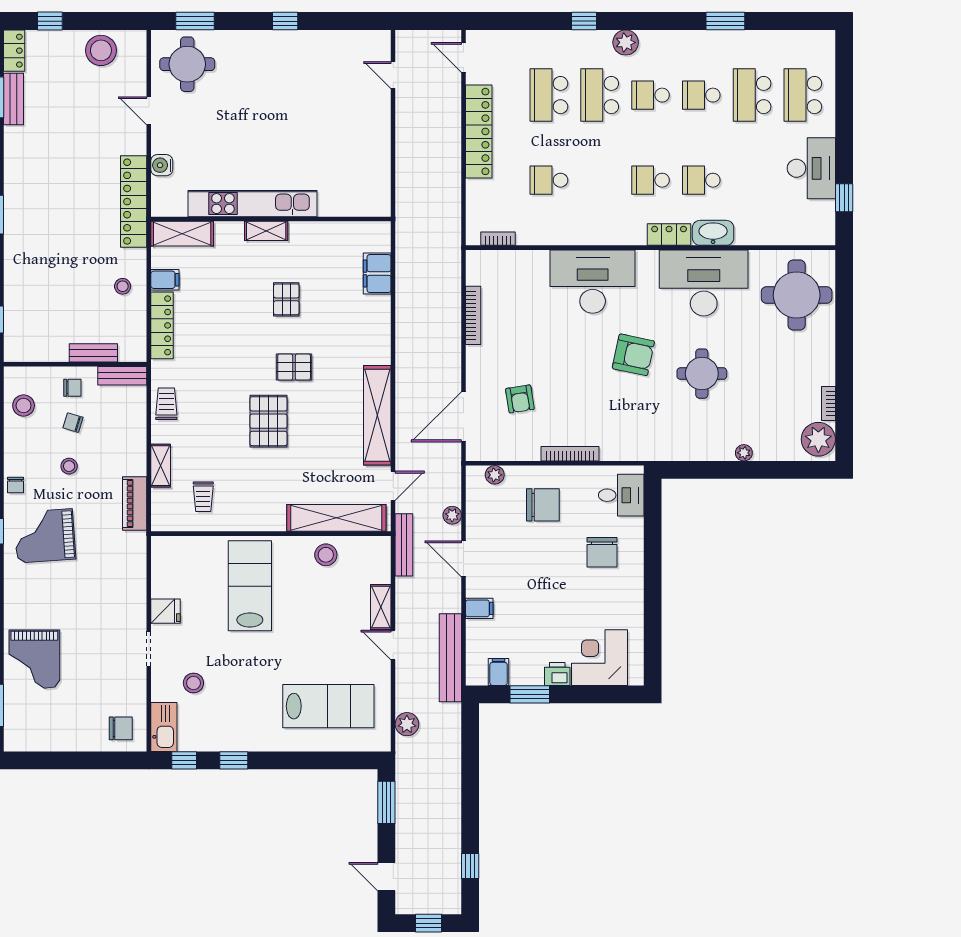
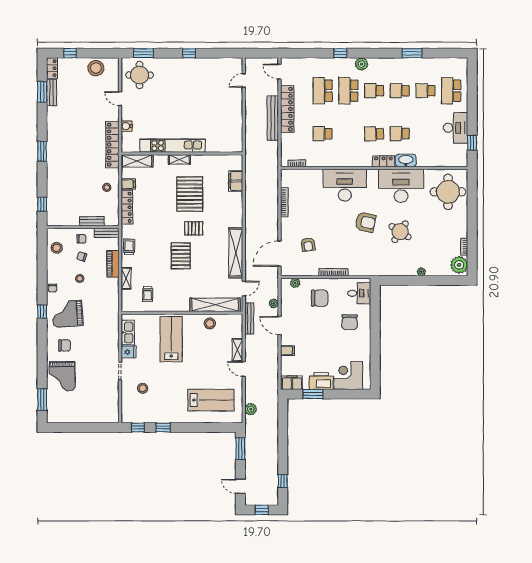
door: (393, 75) -> (244, 81), hinge flipped
school desk: (752, 95) -> (426, 91), width x0.54
pallet: (286, 299) -> (190, 194), width x2.05, depth x2.00
round table: (702, 374) -> (400, 232), turned 33
piano: (135, 503) -> (113, 264), moved
bench: (450, 658) -> (273, 118), moved
filing cabinet: (499, 672) -> (292, 383), width x2.00
printer: (557, 674) -> (321, 381), width x1.87, depth x1.48
kitchen sink: (164, 727) -> (128, 332), moved
chair: (121, 728) -> (65, 345), moved

